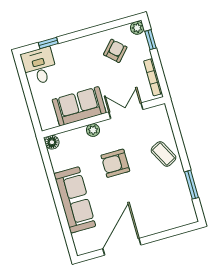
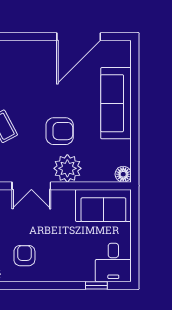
armchair: (115, 51) -> (24, 256), turned 137
sofa: (79, 106) -> (103, 205), moved
plant: (93, 130) -> (67, 168), width x1.87, depth x1.87

